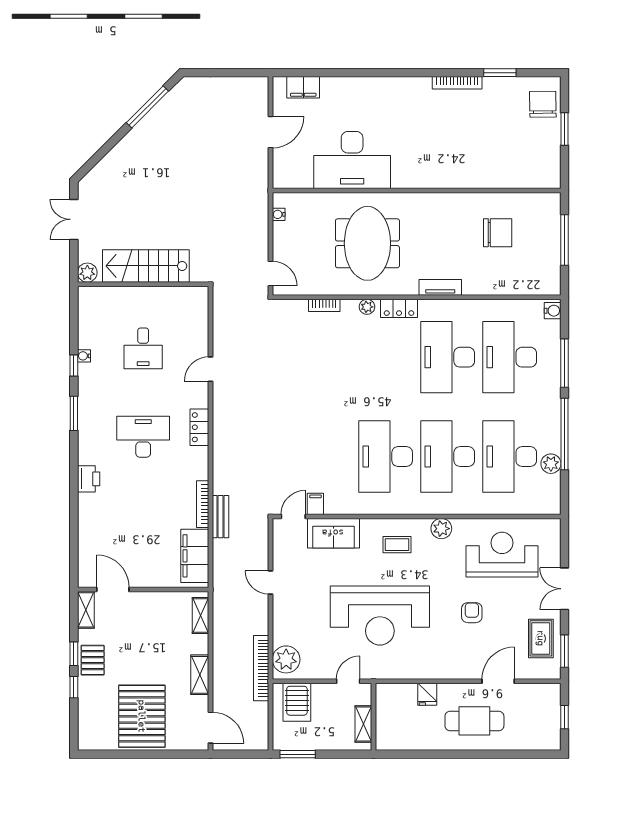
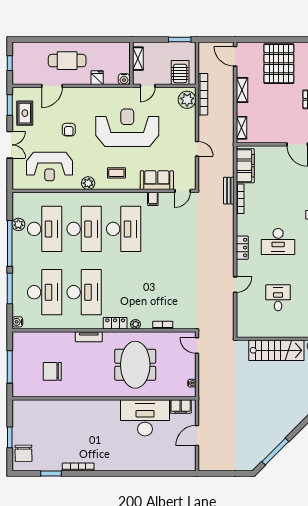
filing cabinet: (303, 87) -> (181, 406), moved, turned 180
filing cabinet: (315, 504) -> (153, 199), moved
water cooler: (385, 692) -> (124, 79), added

